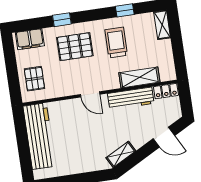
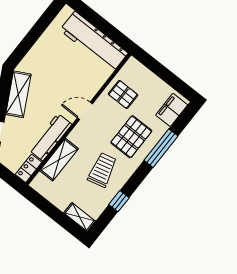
window: (62, 20) -> (161, 148), width x2.17
trolley: (116, 43) -> (102, 170), turned -104
pallet: (34, 79) -> (123, 94), moved
shelving: (121, 154) -> (18, 94), width x1.50, depth x1.33

